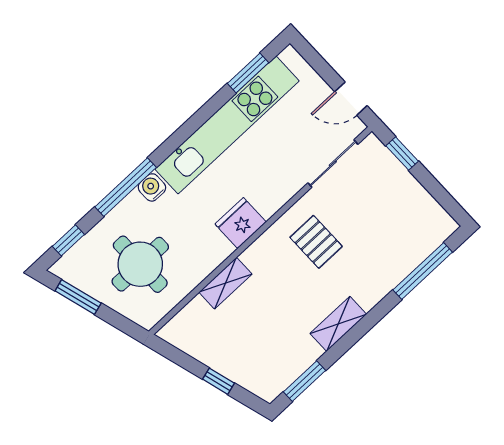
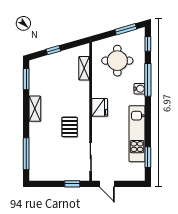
door: (351, 99) -> (107, 184), swing flipped
kitchen unit: (227, 125) -> (137, 134), width x0.73
pallet: (316, 242) -> (70, 127), turned 90
shelving: (225, 283) -> (84, 68), moved

